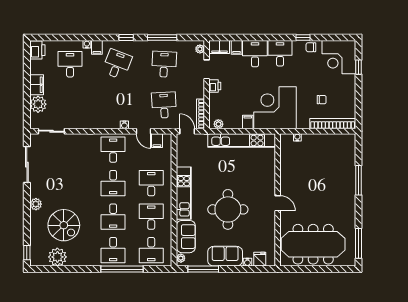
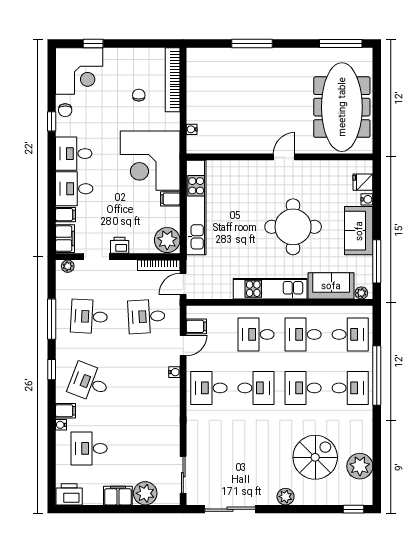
plant: (218, 124) -> (167, 240), width x1.88, depth x1.88
desk: (113, 217) -> (303, 388), turned 180

